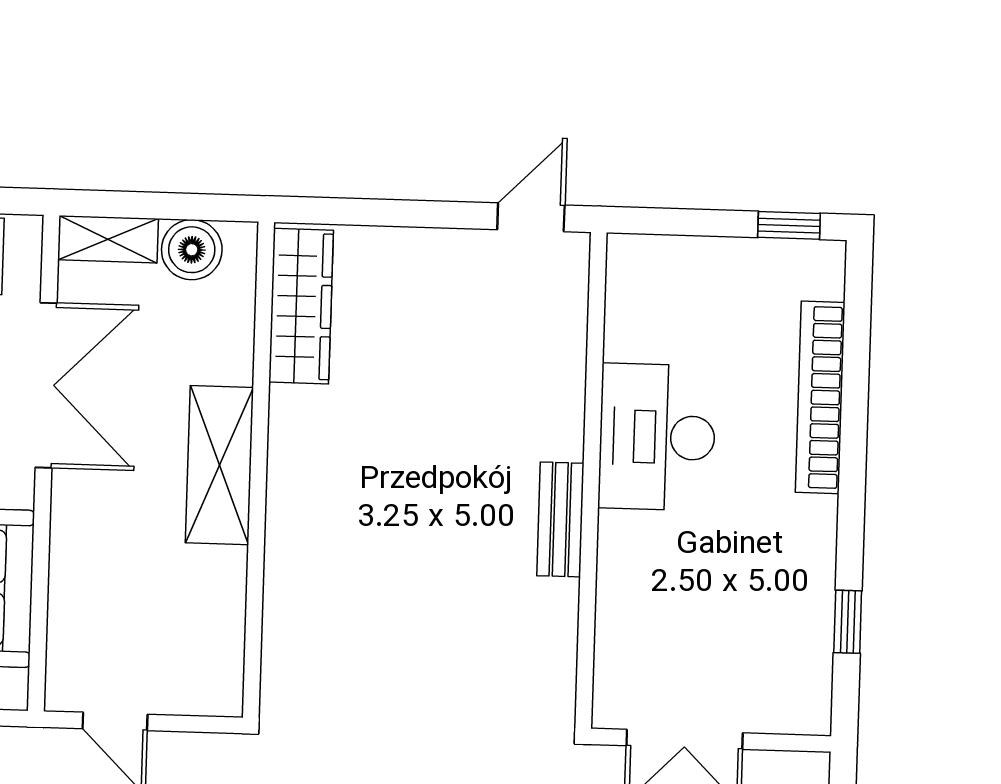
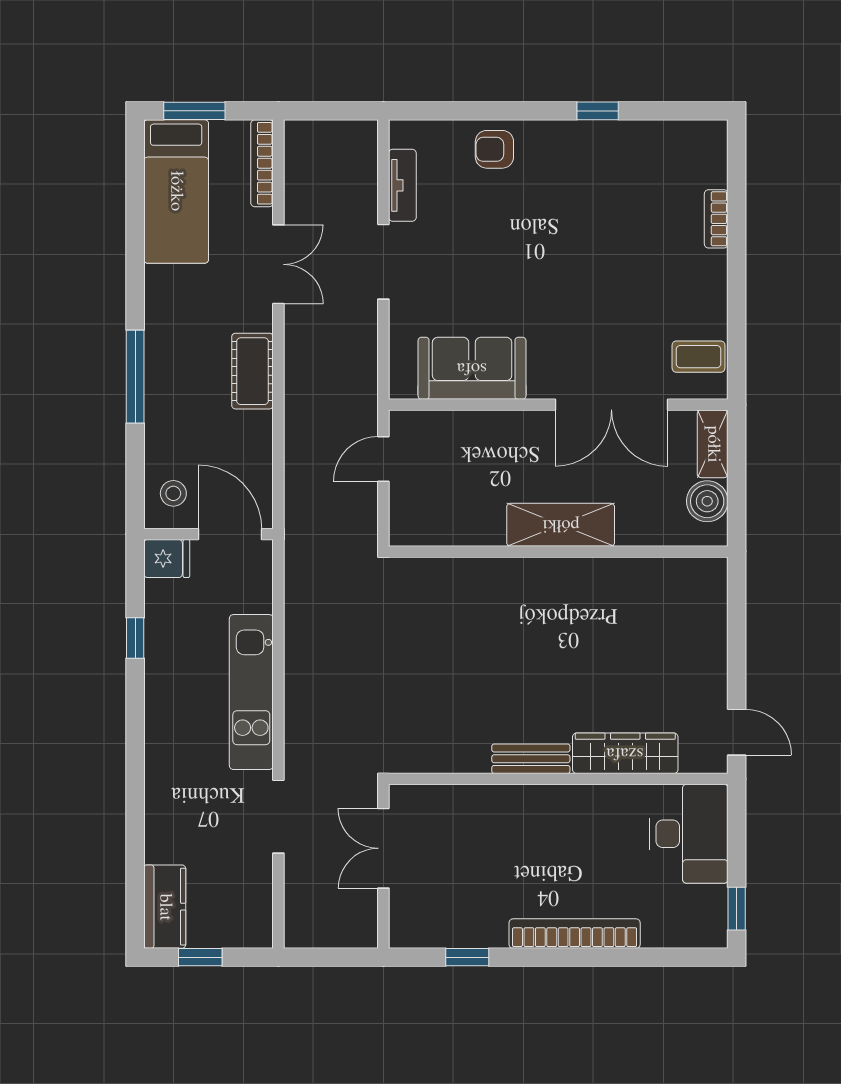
wardrobe: (301, 306) -> (625, 753), moved, turned 180
bookcase: (820, 397) -> (575, 934), moved
desk: (657, 437) -> (689, 834), moved, turned 90

